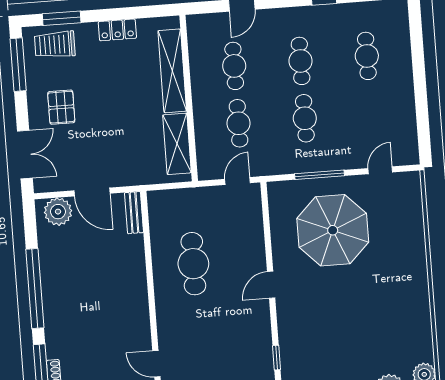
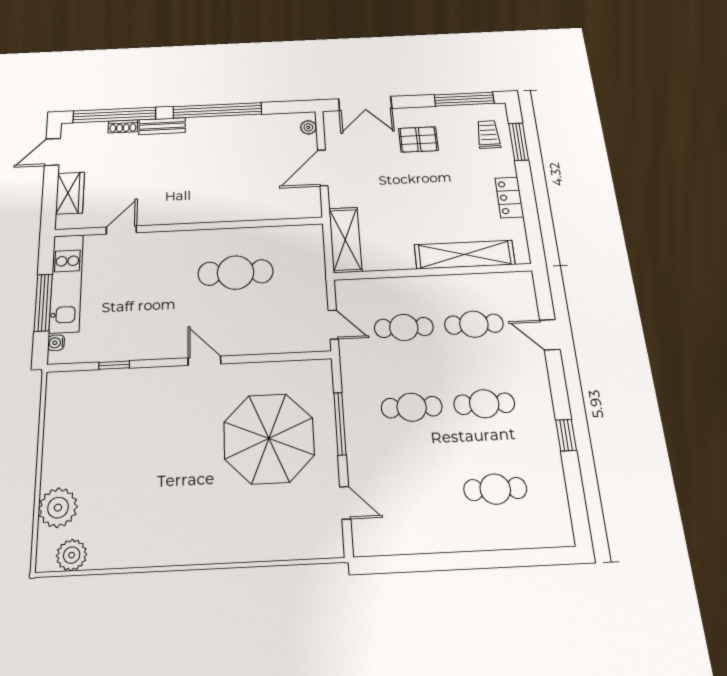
trolley: (55, 45) -> (488, 134), width x0.73, depth x0.72
shelving: (177, 144) -> (345, 240), moved, turned 90
plant: (58, 212) -> (308, 127), width x0.53, depth x0.53
bench: (134, 213) -> (162, 126), moved

